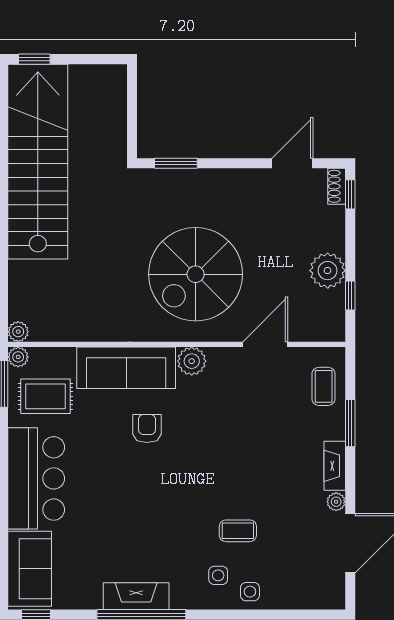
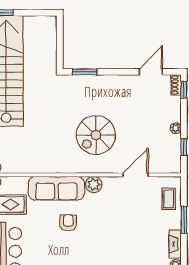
plant: (328, 271) -> (176, 128), width x0.53, depth x0.53
spiral stairs: (196, 274) -> (96, 135), width x0.73, depth x0.73

